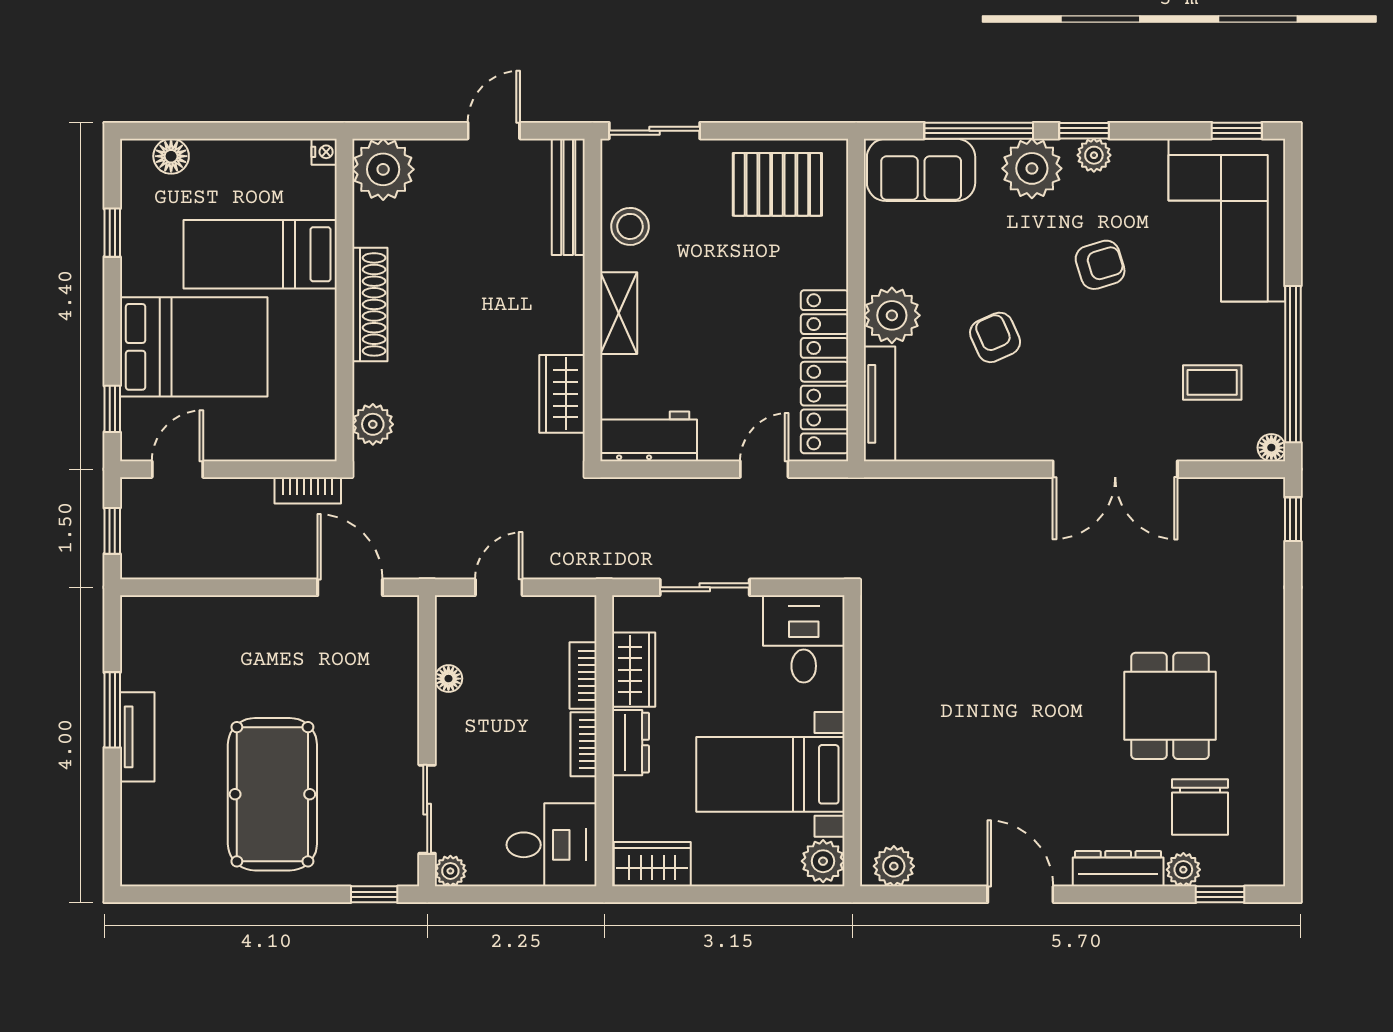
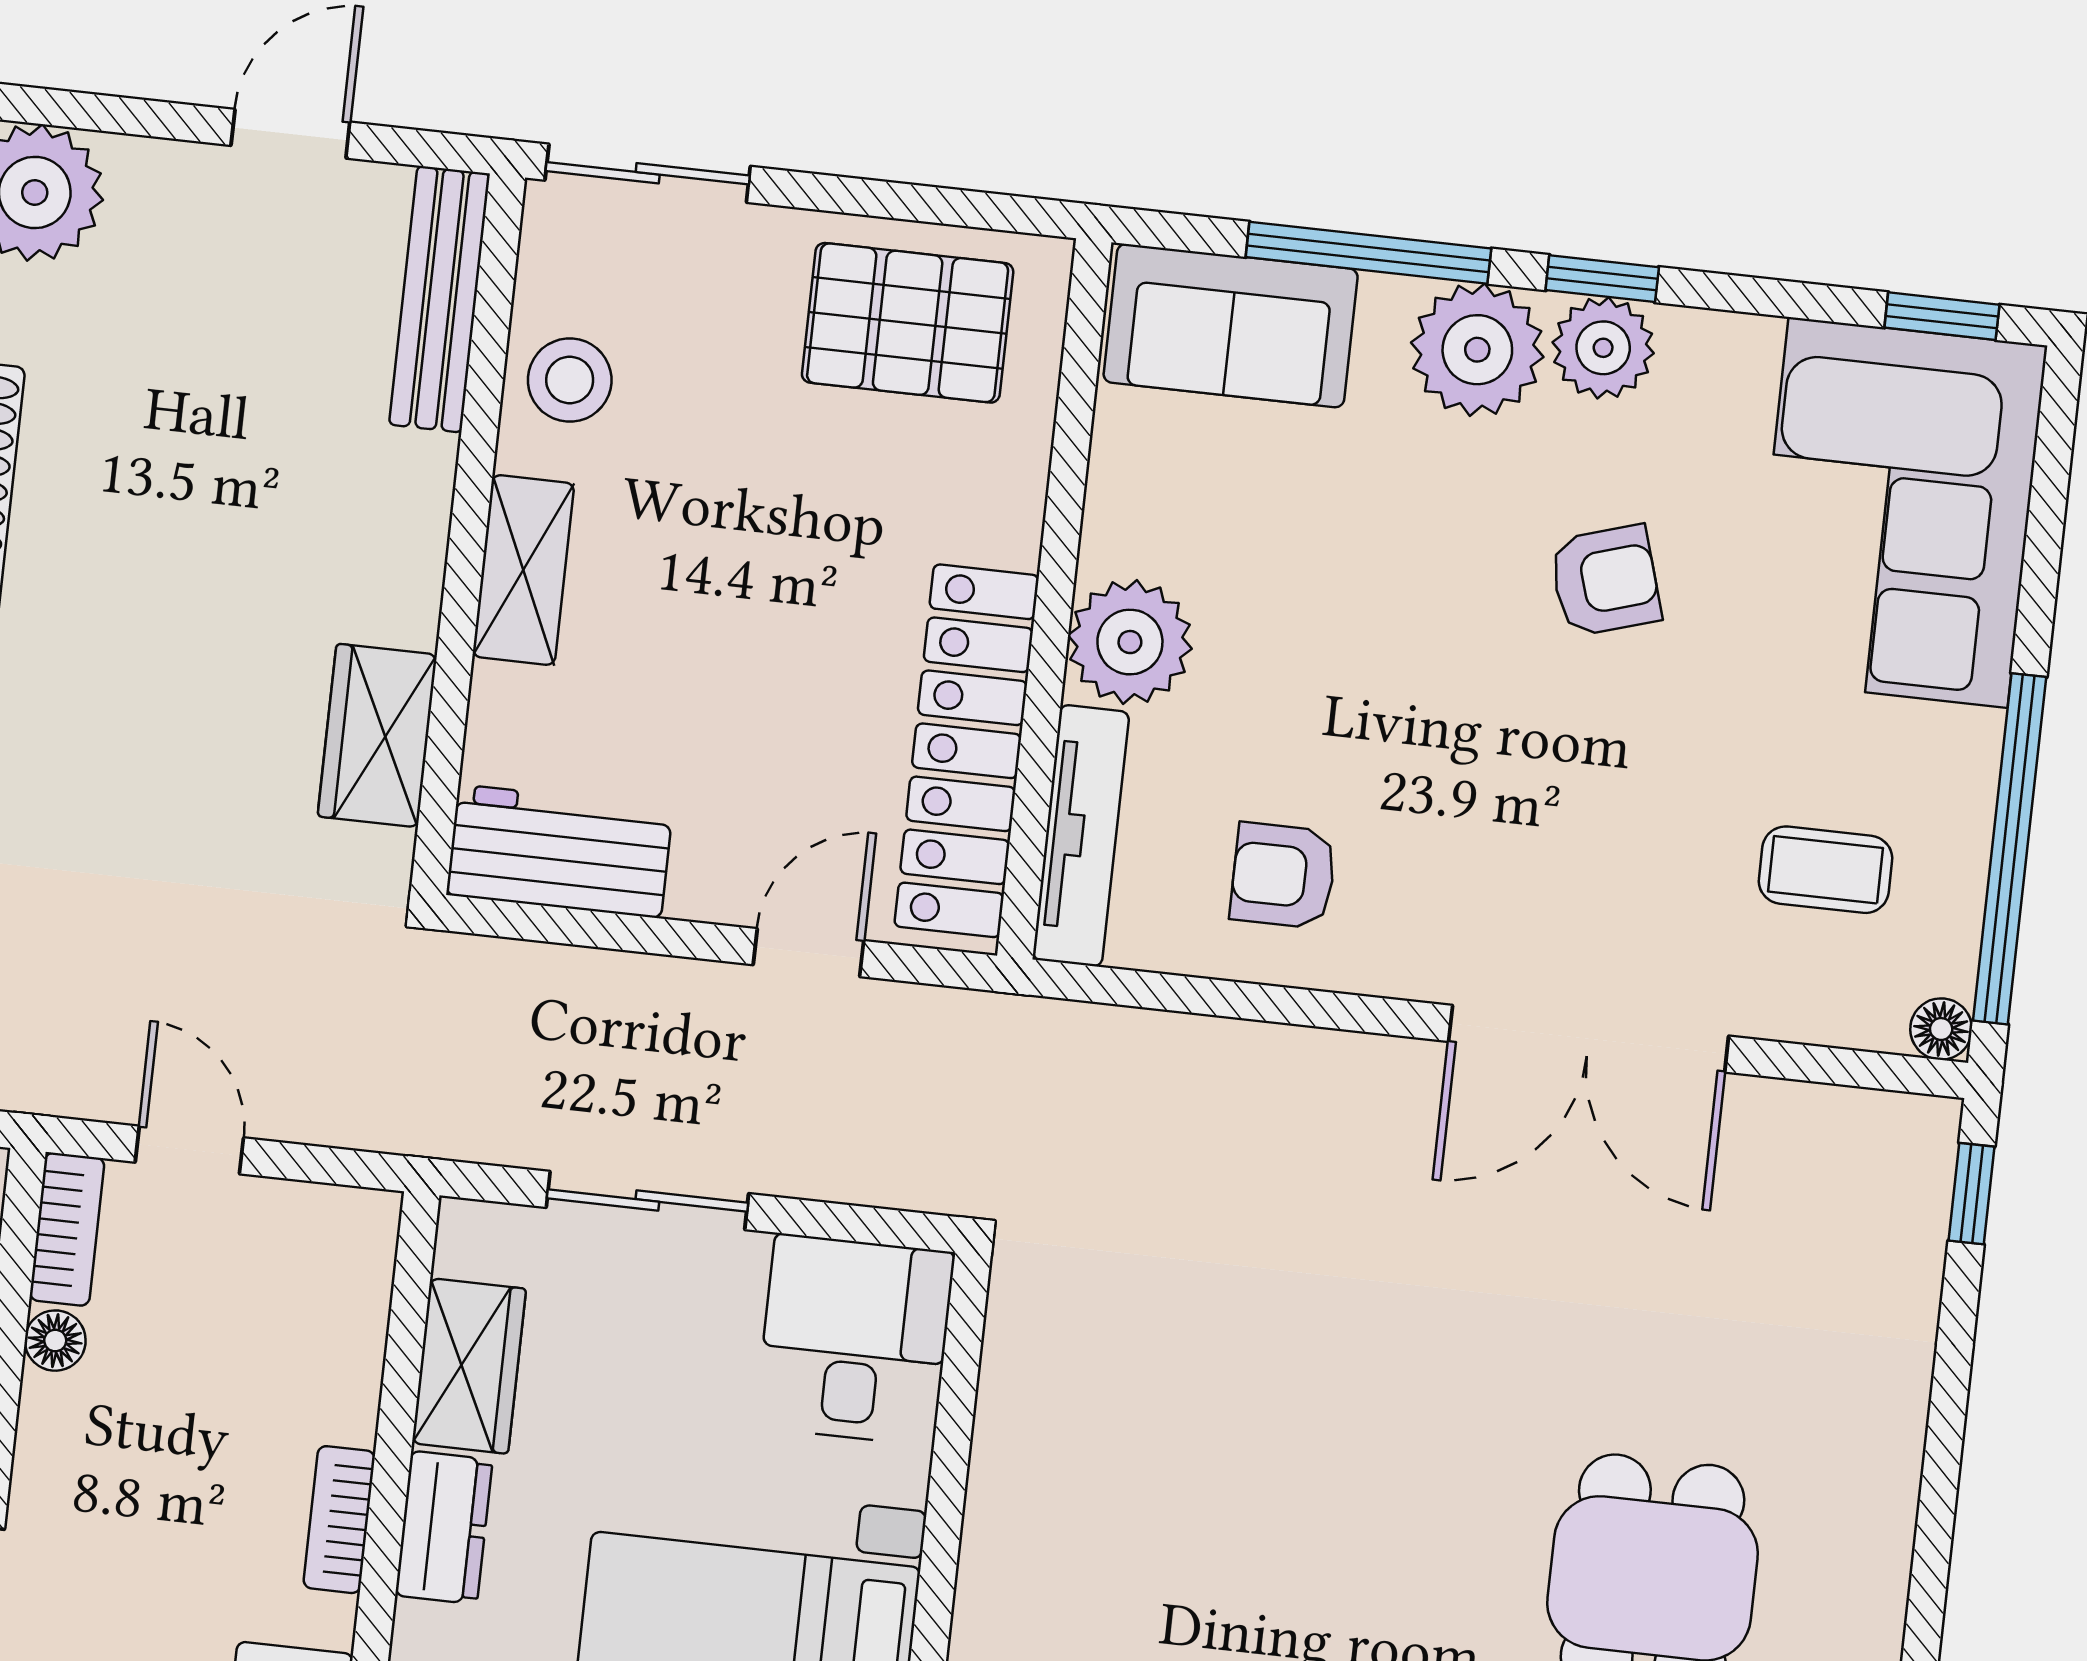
plant: (1094, 155) -> (1603, 348), width x1.38, depth x1.38
armchair: (995, 337) -> (1283, 876), moved, turned -66
door: (499, 587) -> (189, 1150), hinge flipped
bookcase: (583, 676) -> (67, 1229), moved, turned 180

